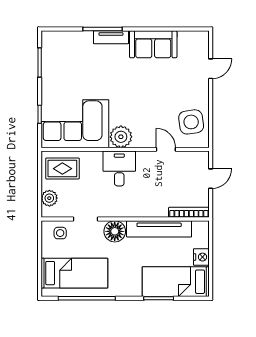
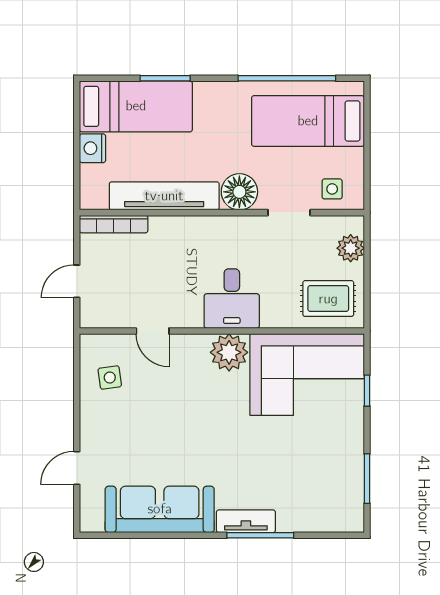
sofa: (153, 44) -> (160, 509), width x1.36
side table: (191, 122) -> (110, 378), width x0.54, depth x0.54

